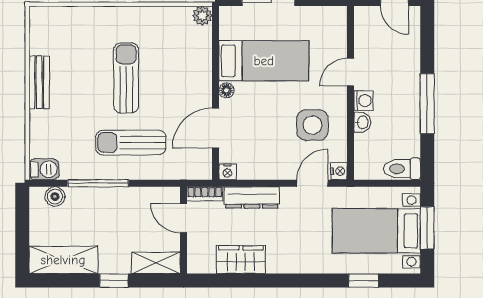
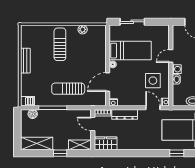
plant: (202, 16) -> (83, 29), moved
sun lounger: (126, 78) -> (60, 44), moved
door: (312, 183) -> (153, 108), hinge flipped
wardrobe: (241, 260) -> (106, 143), moved

